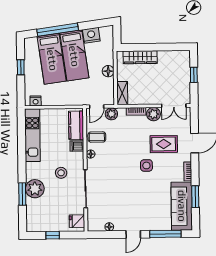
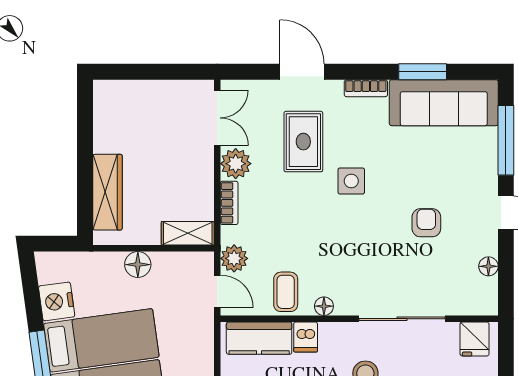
window: (194, 75) -> (148, 72), removed
armchair: (128, 199) -> (426, 223), added

